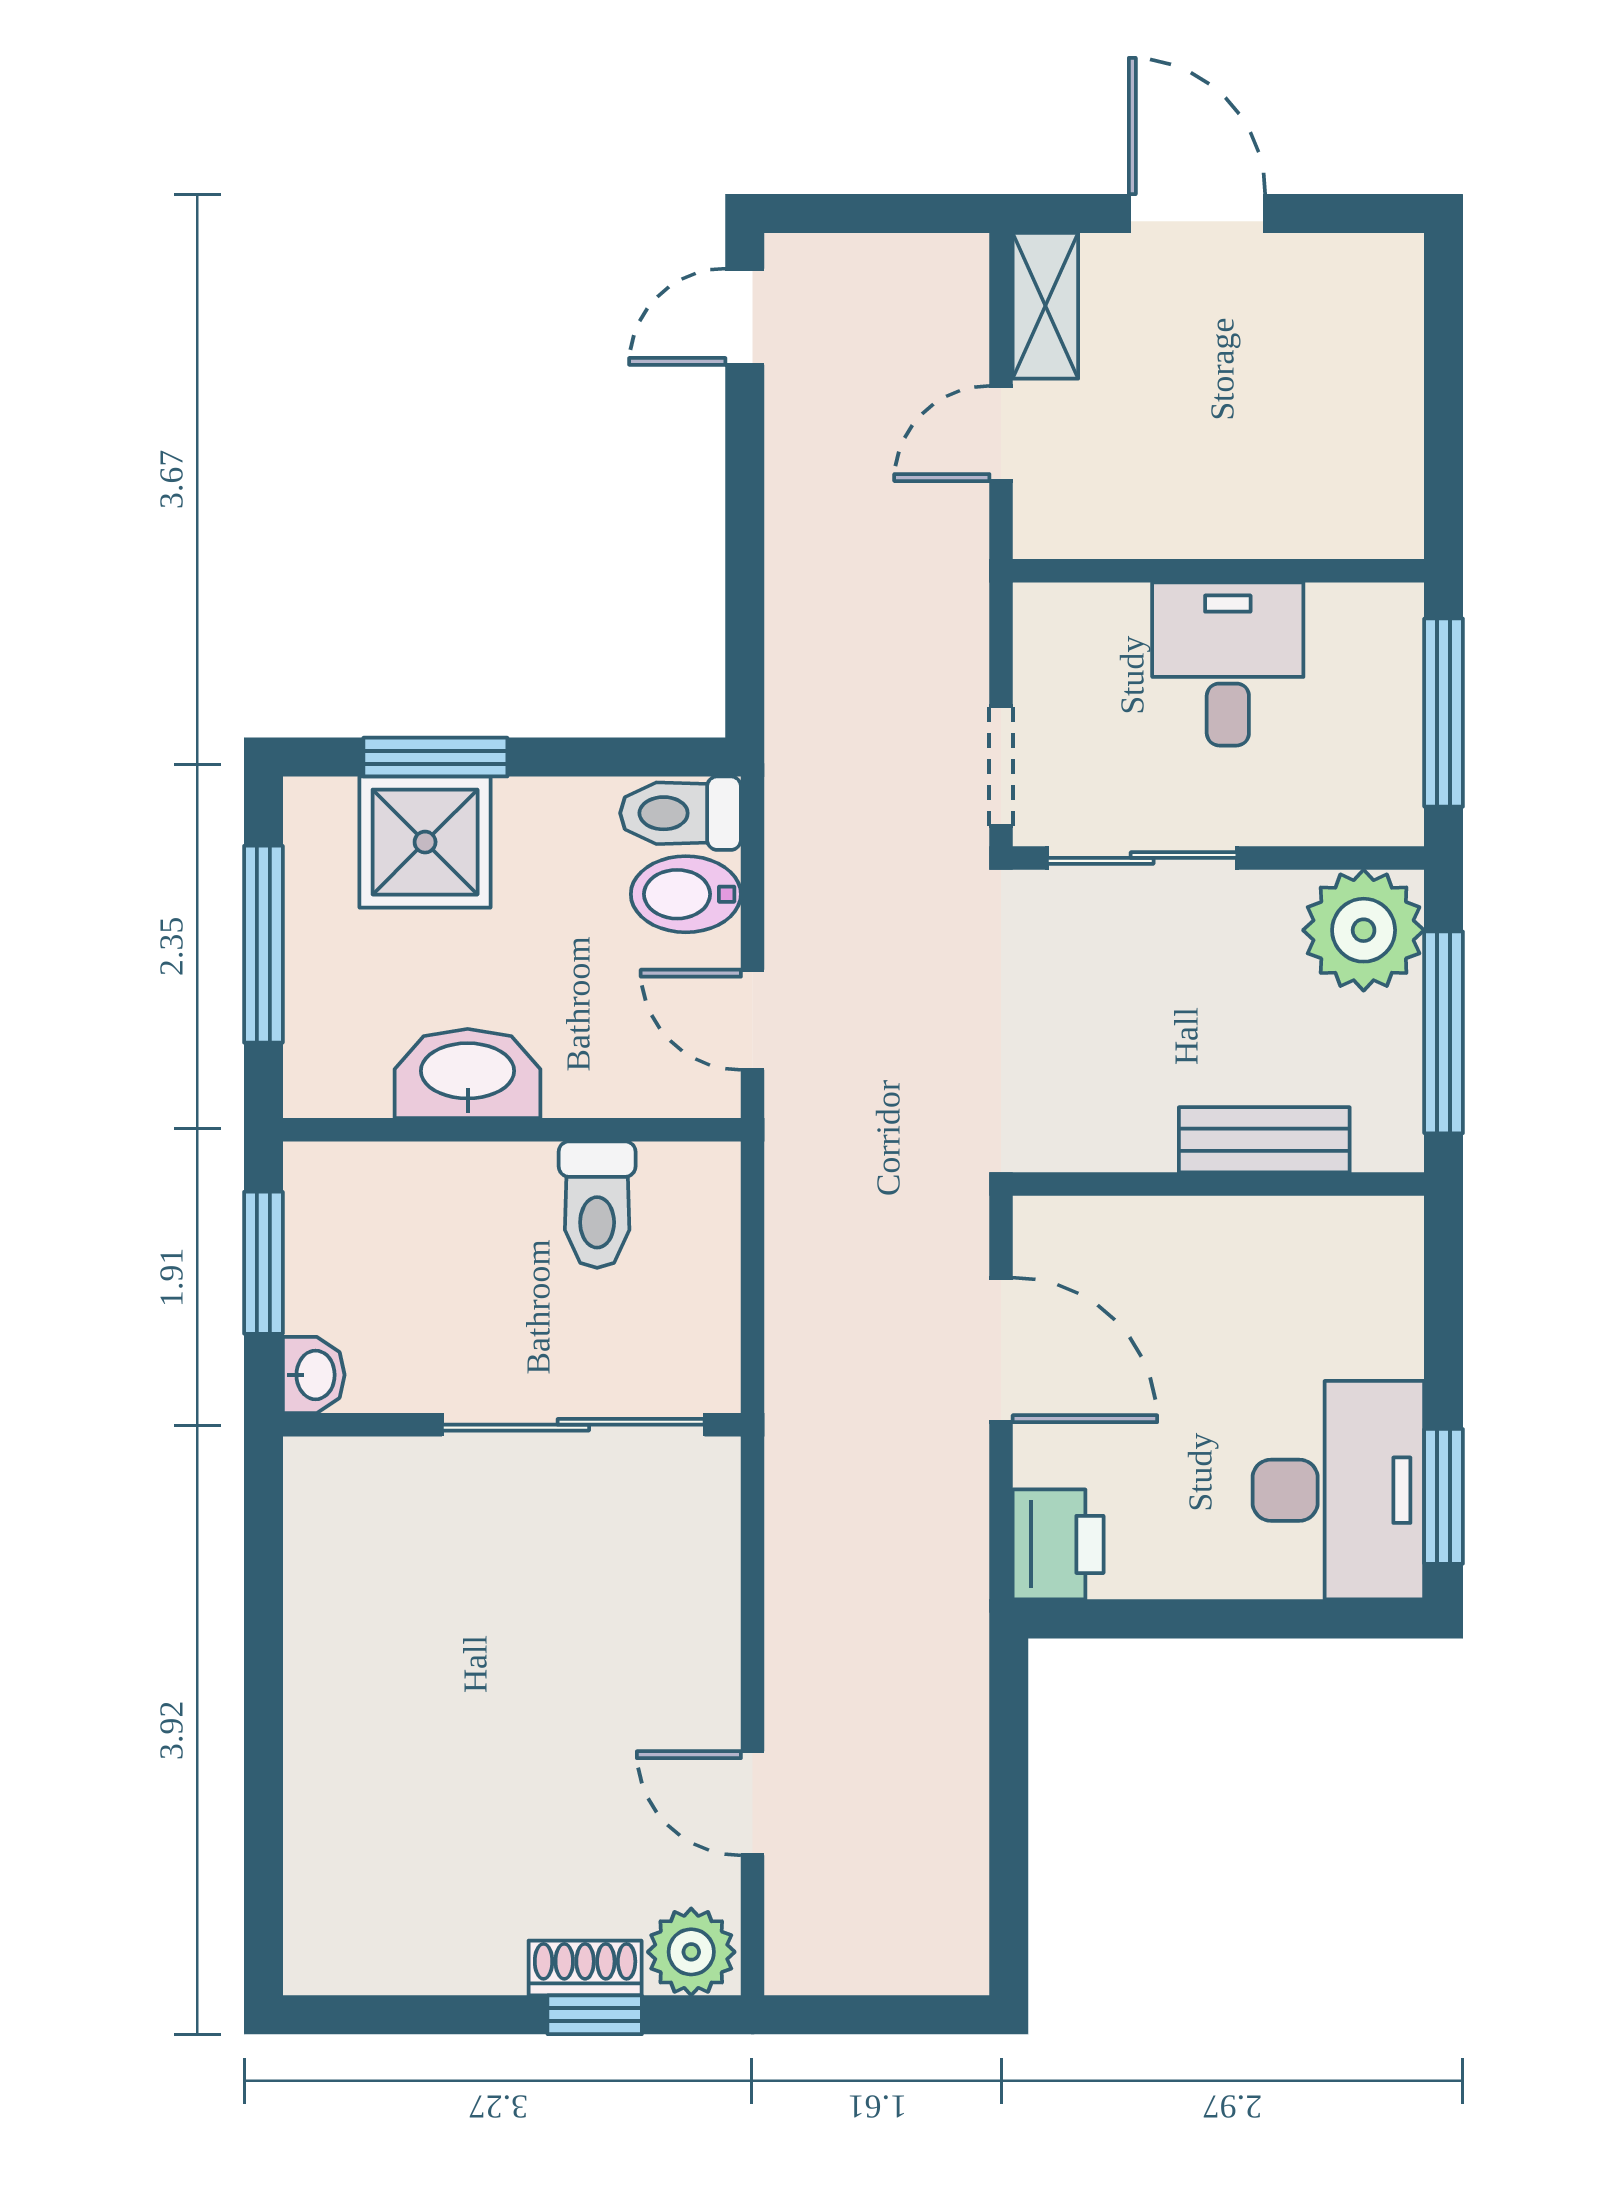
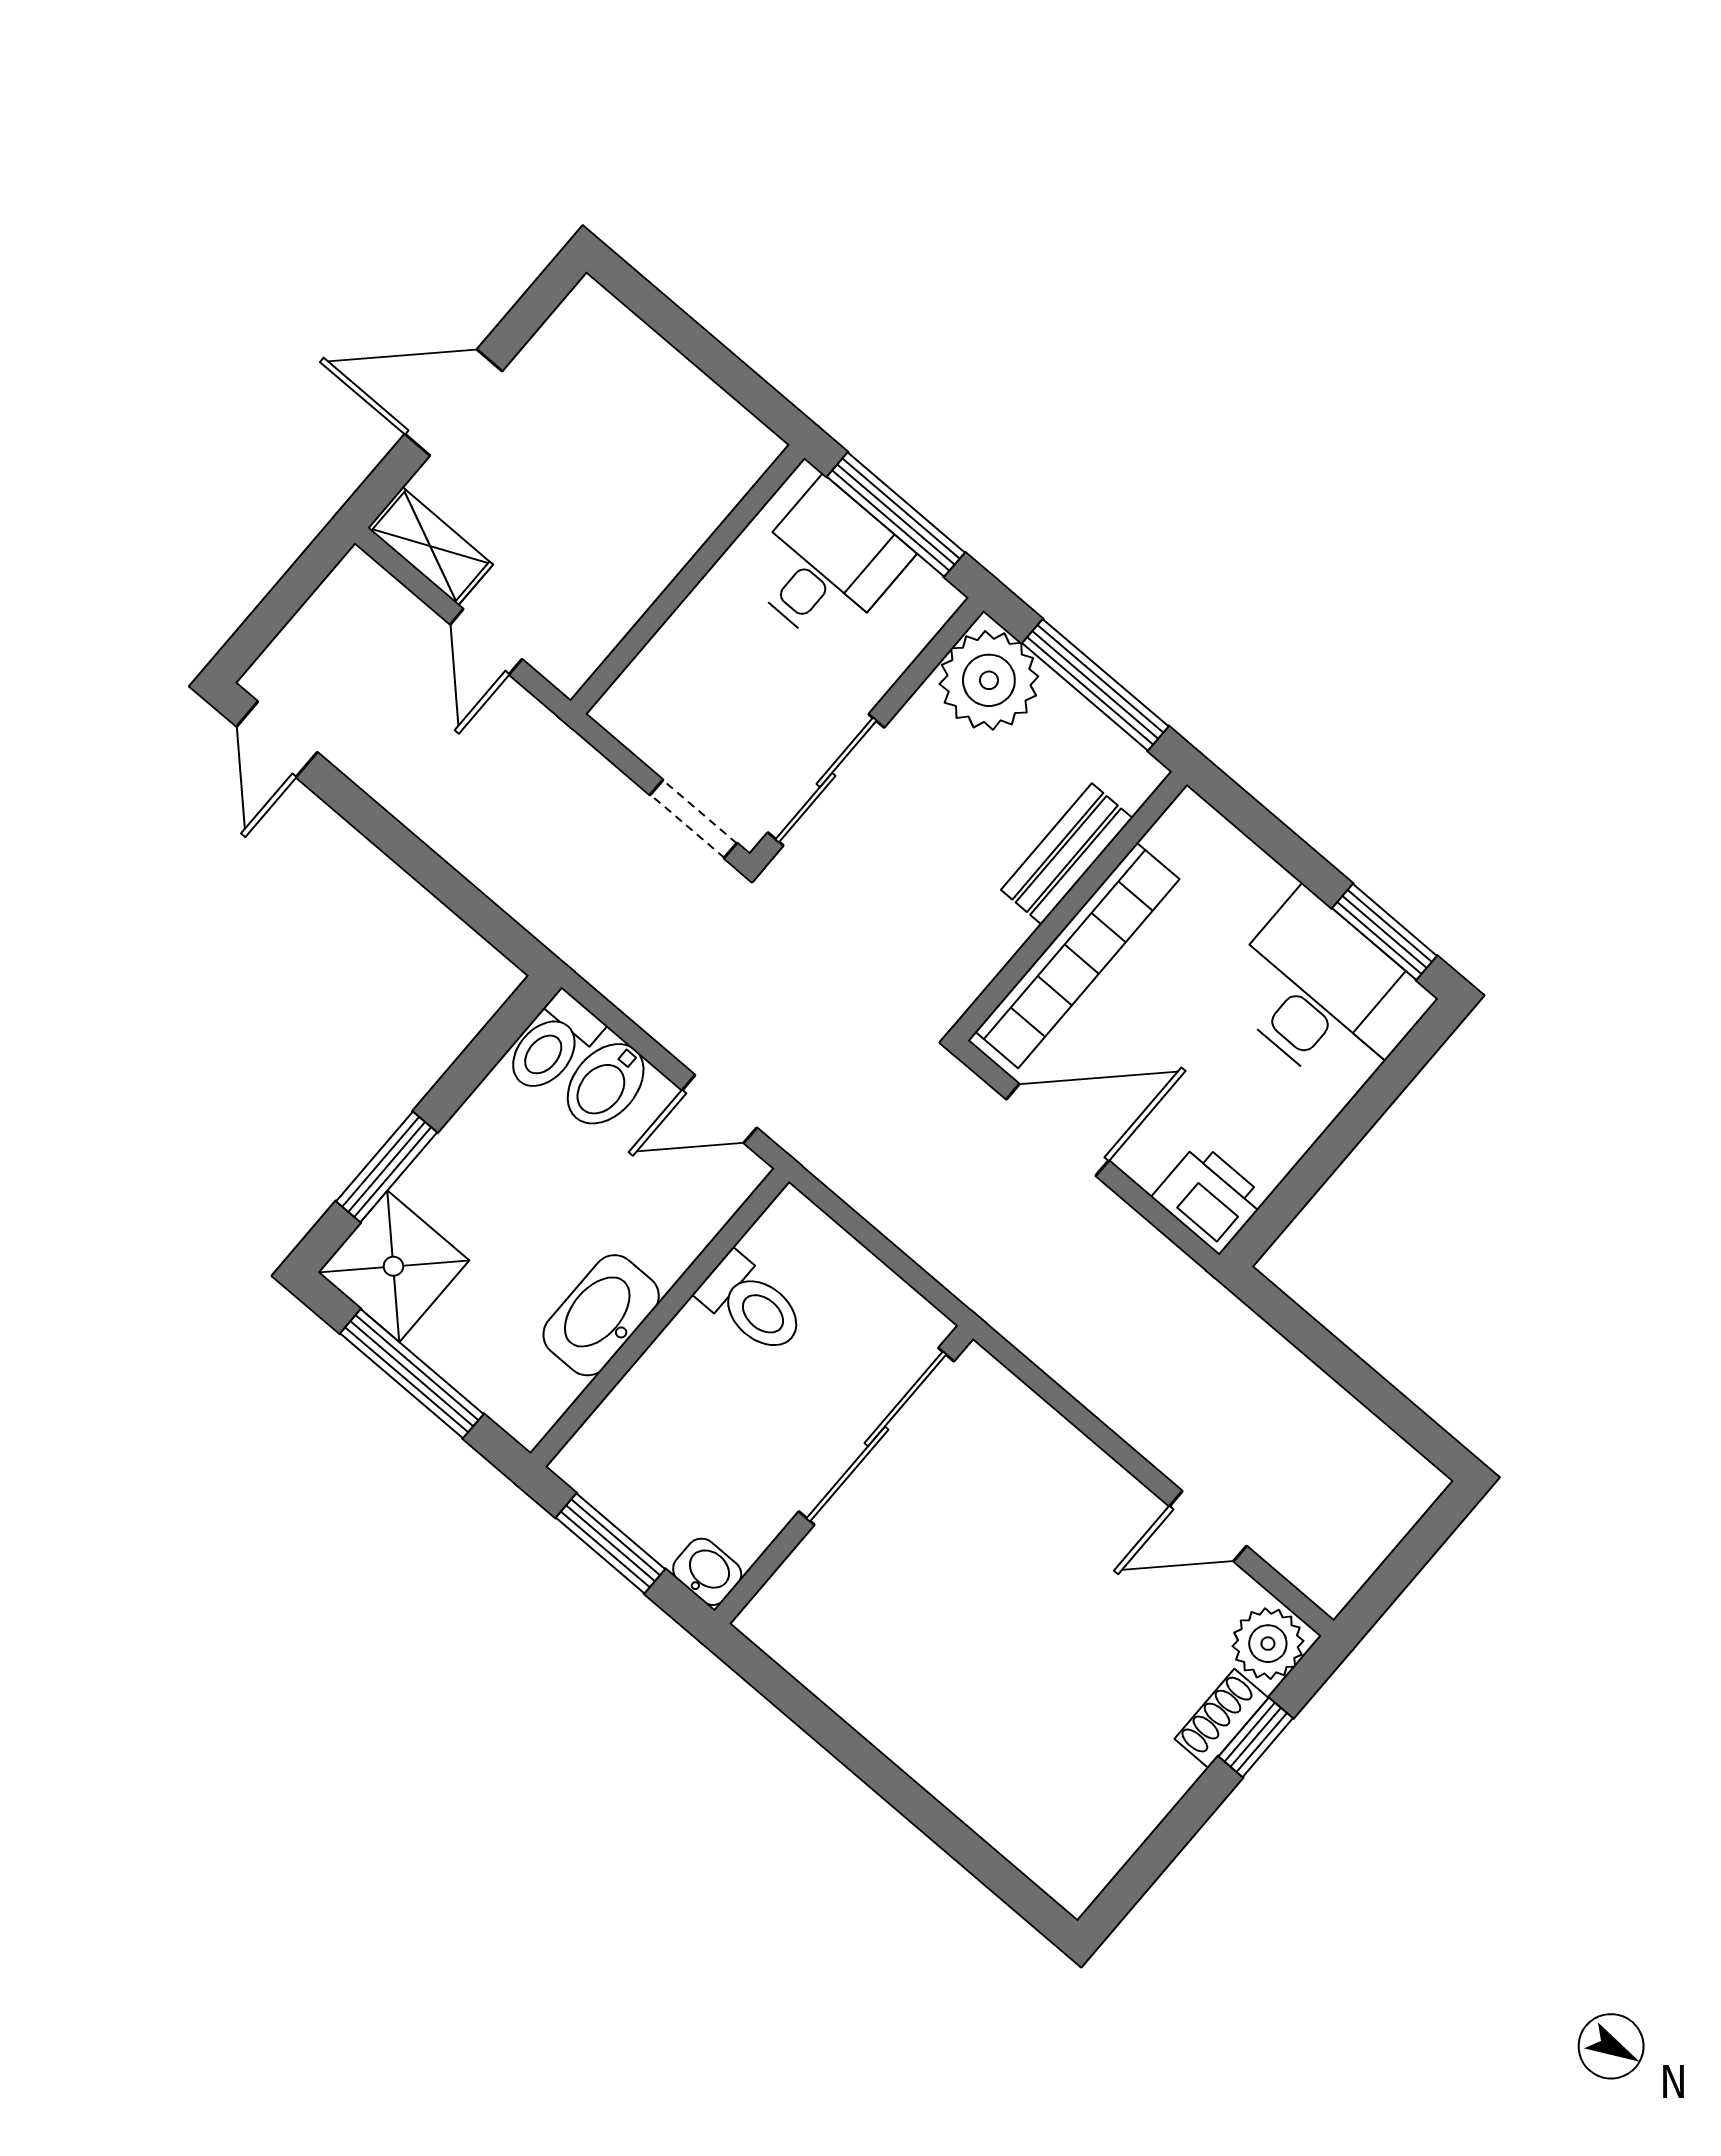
desk: (1228, 664) -> (827, 564), moved, turned 90
shower: (425, 842) -> (393, 1266), moved
bookcase: (1178, 1230) -> (1077, 955), added

